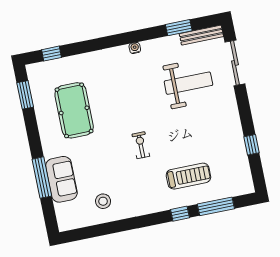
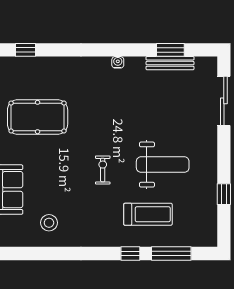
bench: (201, 35) -> (170, 63), moved
weight bench: (188, 83) -> (163, 165), moved
pool table: (74, 110) -> (38, 117), turned 90

